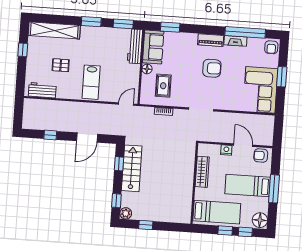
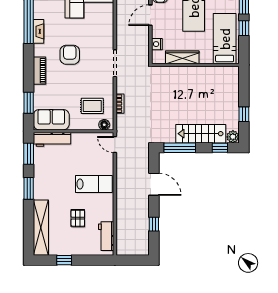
piano: (211, 40) -> (39, 71), moved
floor lamp: (147, 69) -> (104, 125), moved
nightstand: (226, 150) -> (157, 44), moved
window: (119, 164) -> (180, 148), width x2.17
stairs: (132, 168) -> (201, 134), moved

